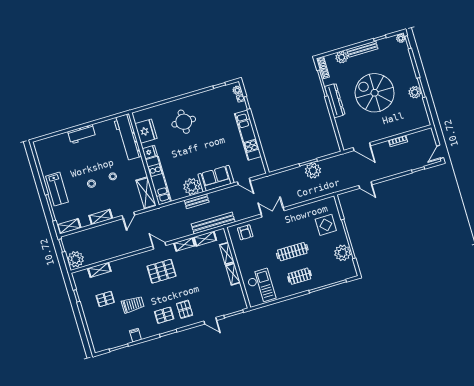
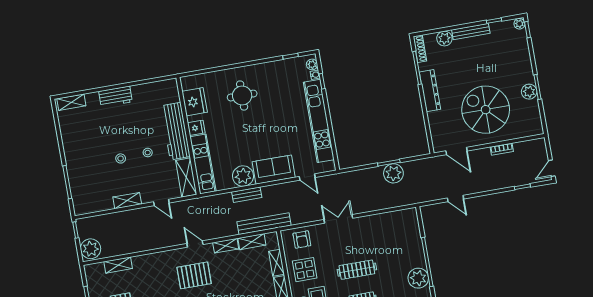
spiral stairs: (375, 93) -> (486, 110), moved
kitchen unit: (248, 135) -> (319, 121), width x1.36
workbench: (128, 137) -> (175, 131), moved
lab bench: (57, 189) -> (78, 160), removed
door: (128, 215) -> (161, 202), hinge flipped
display table: (326, 225) -> (305, 270), moved
shelving: (69, 226) -> (71, 102), moved

